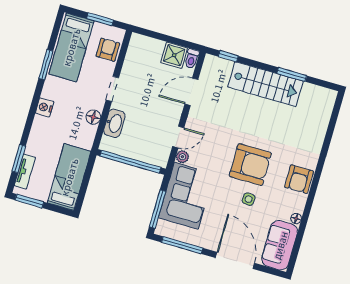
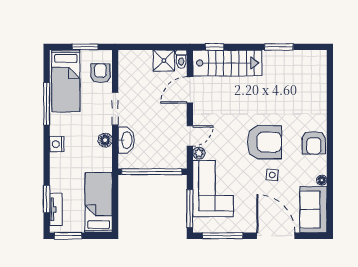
window: (46, 65) -> (47, 104), width x1.44
stairs: (265, 84) -> (227, 63), moved
doorway: (112, 89) -> (115, 109), width x1.38

